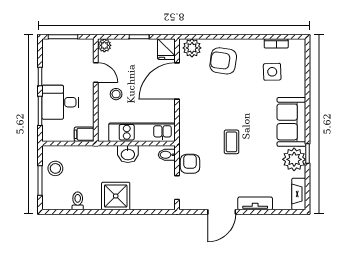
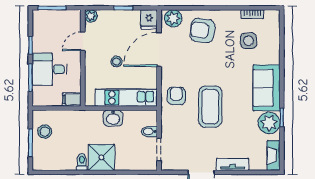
door: (96, 72) -> (83, 41), swing flipped
stool: (116, 94) -> (116, 62), moved
coffee table: (231, 142) -> (210, 107), width x1.86, depth x1.72
bidet: (167, 155) -> (149, 132), moved
armchair: (190, 164) -> (176, 96), moved
toilet: (78, 201) -> (82, 162), moved

